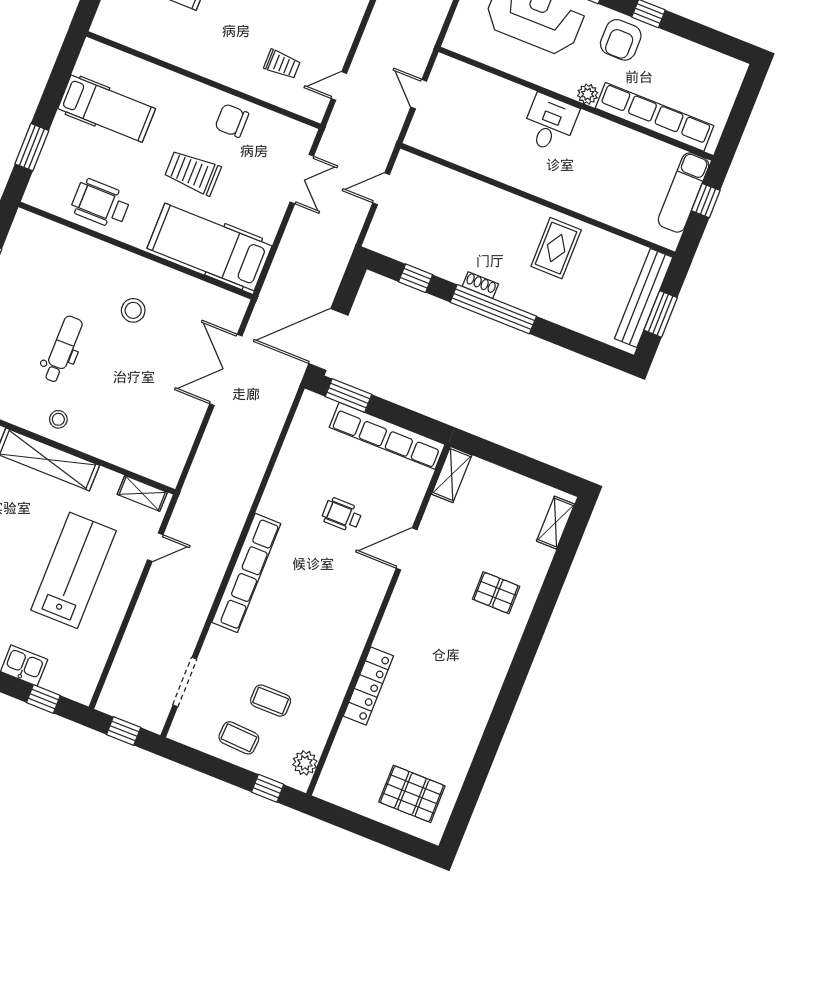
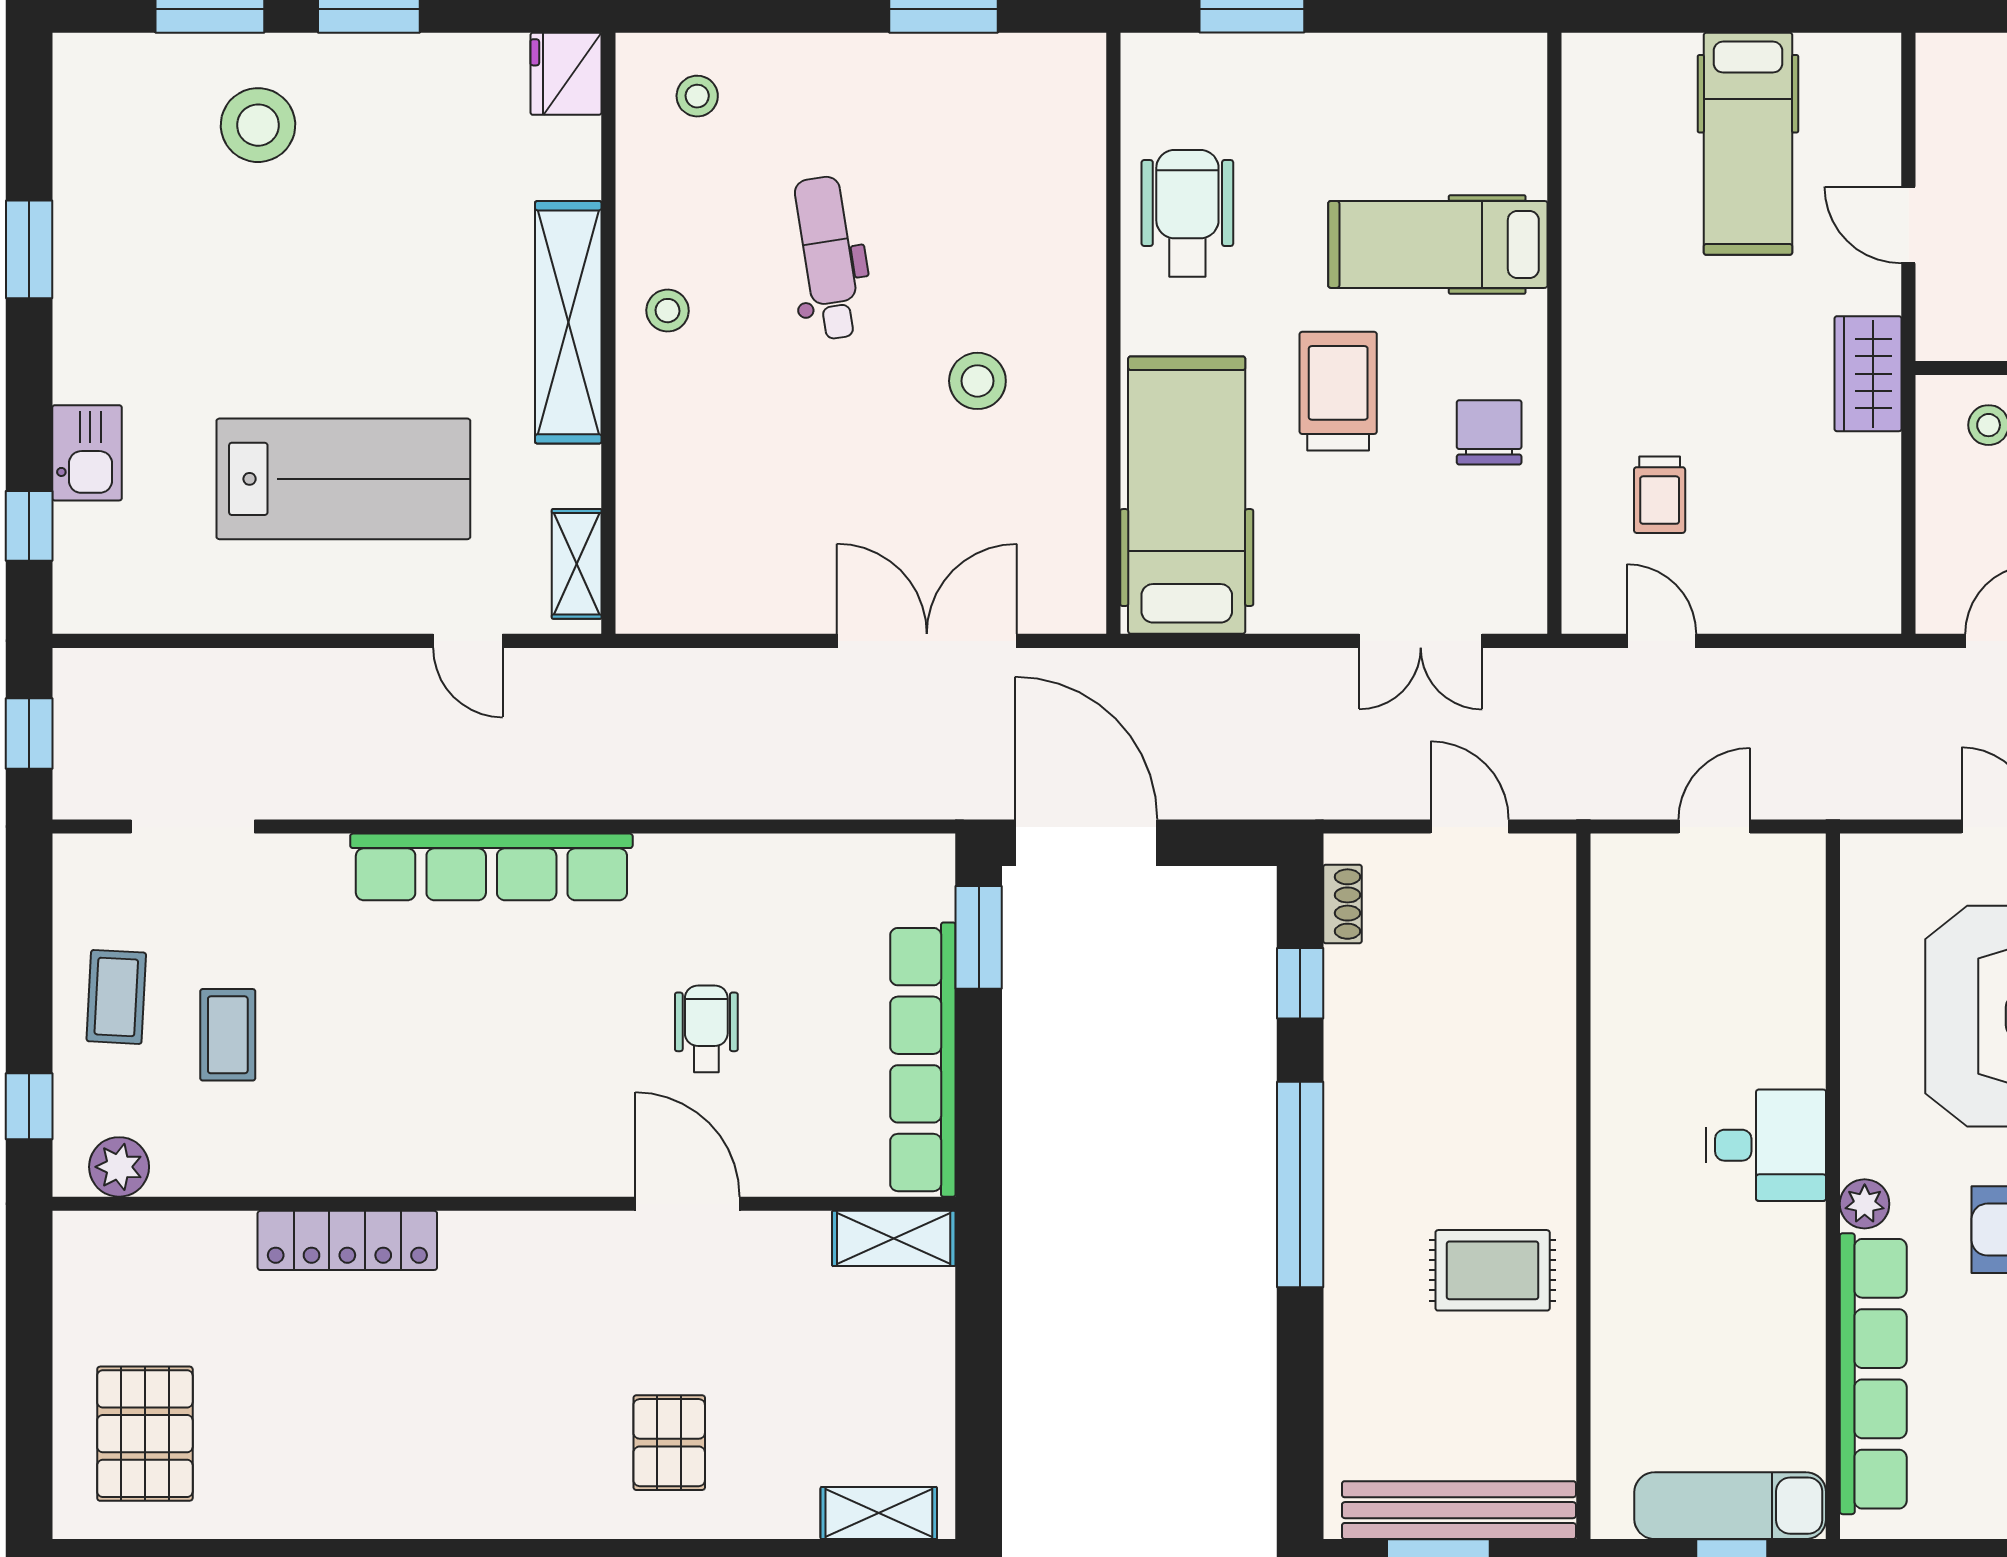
hospital bed: (107, 109) -> (1438, 244), moved, turned 90
shoe rack: (480, 285) -> (1343, 904), moved
dental chair: (63, 349) -> (828, 258), turned -99

